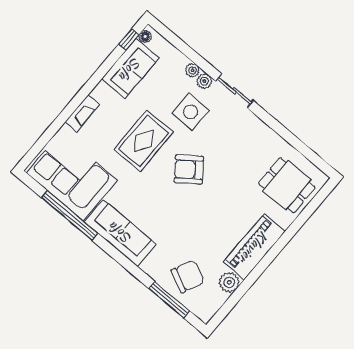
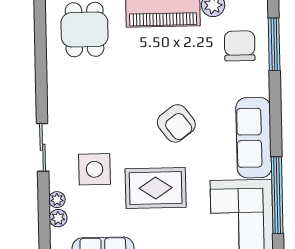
plant: (204, 81) -> (58, 218), moved
armchair: (189, 169) -> (176, 123), moved
chair: (188, 276) -> (240, 46), turned 65

